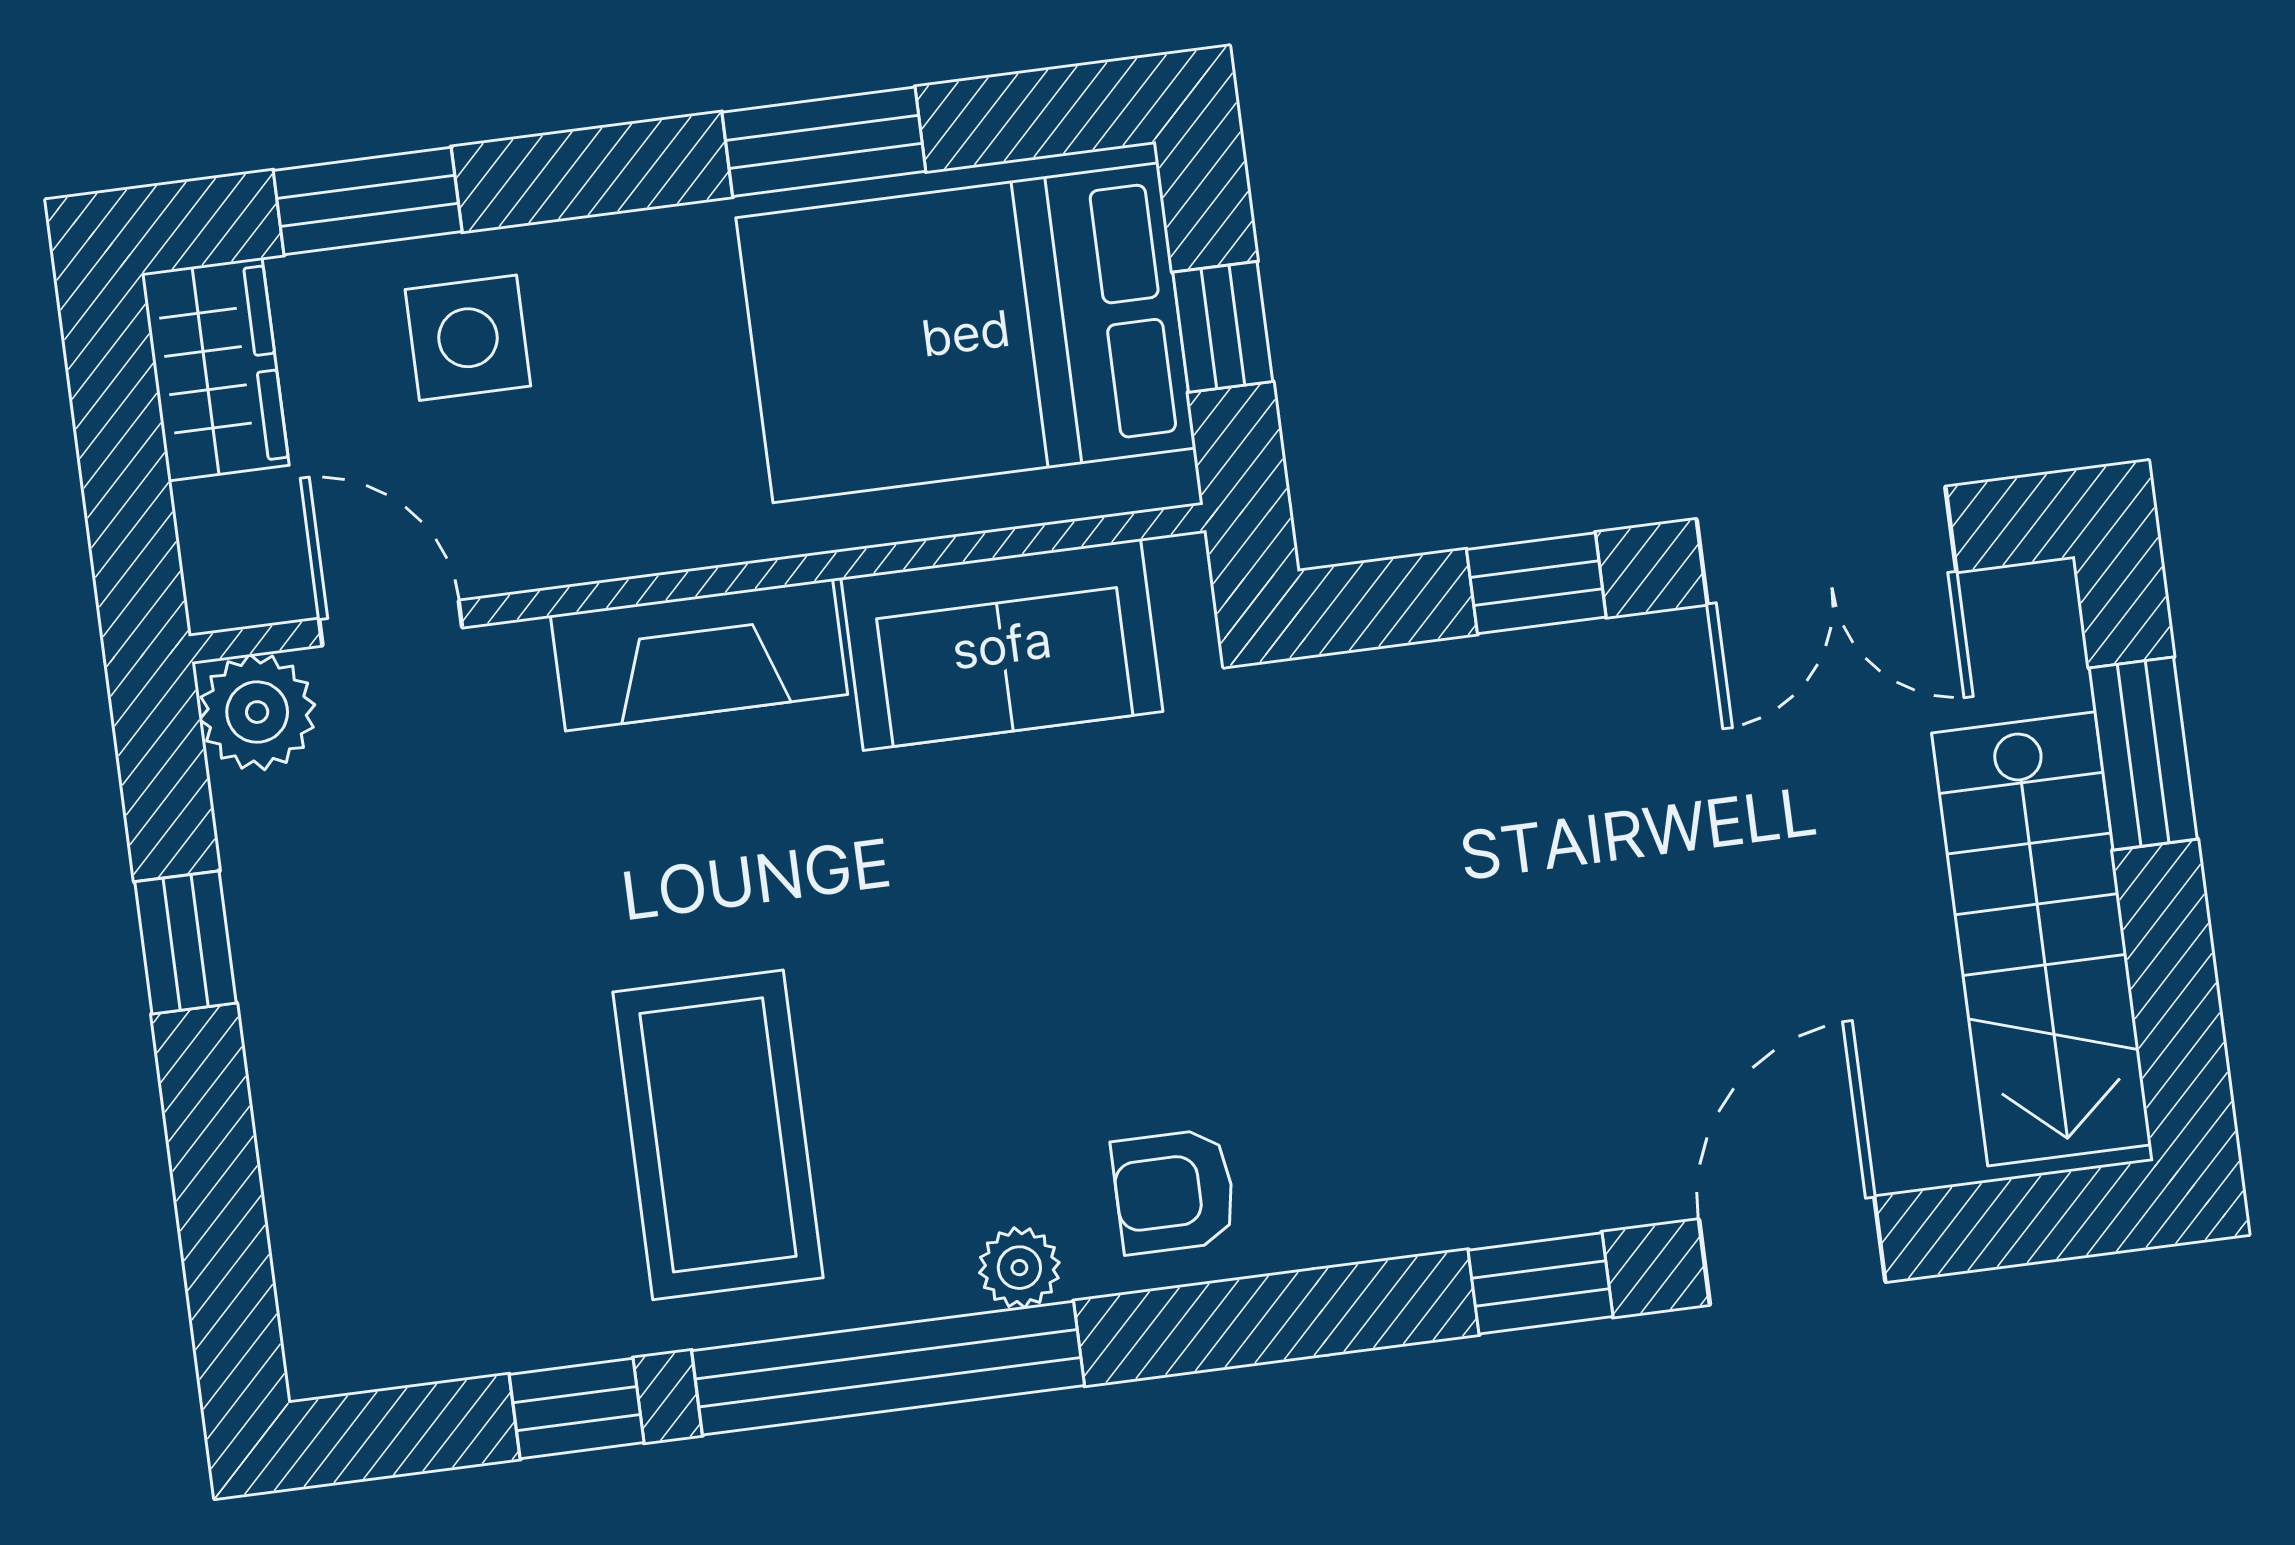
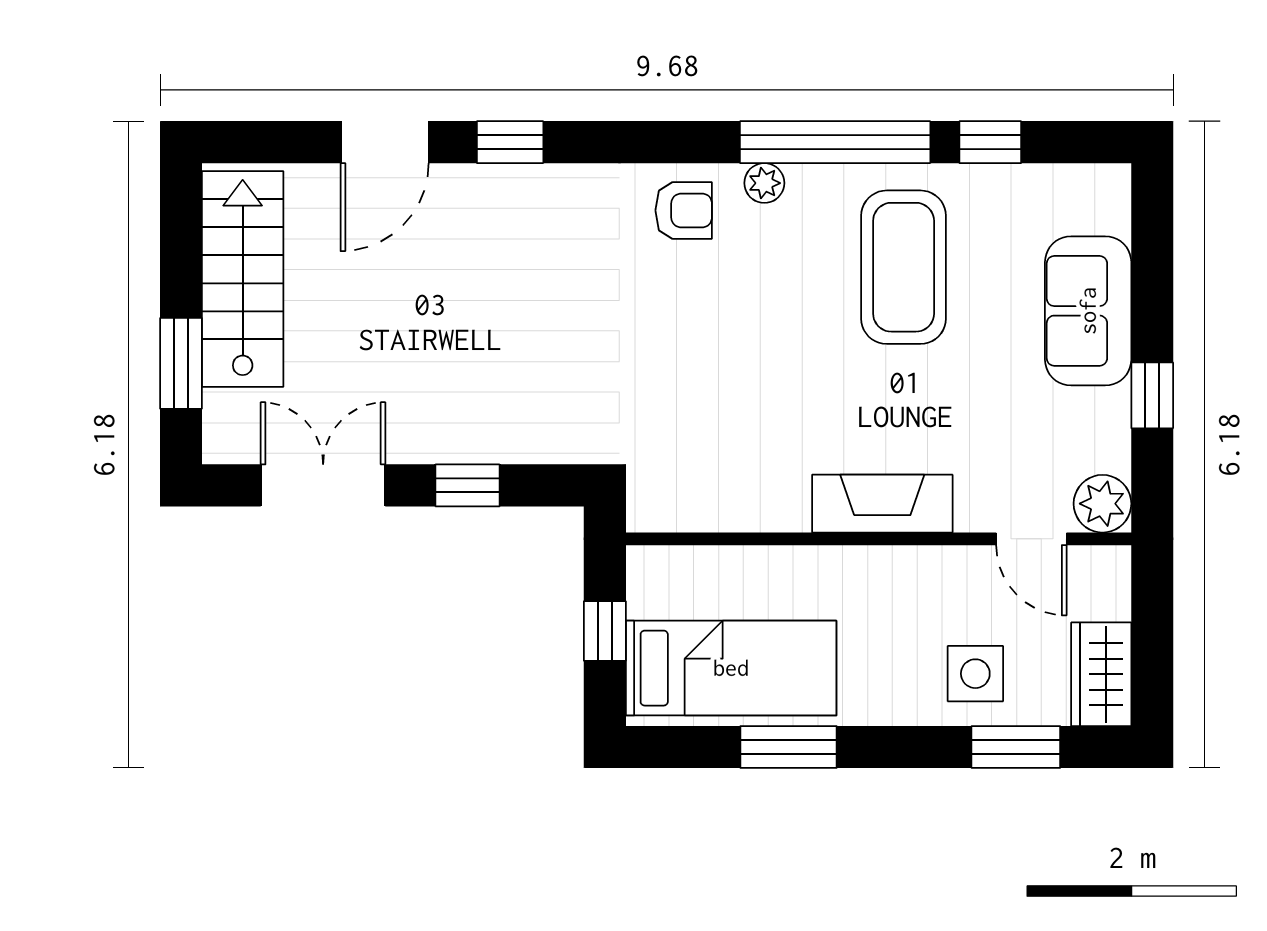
bed: (966, 333) -> (731, 668), width x0.67
sofa: (1002, 645) -> (1088, 311), moved, turned -90

